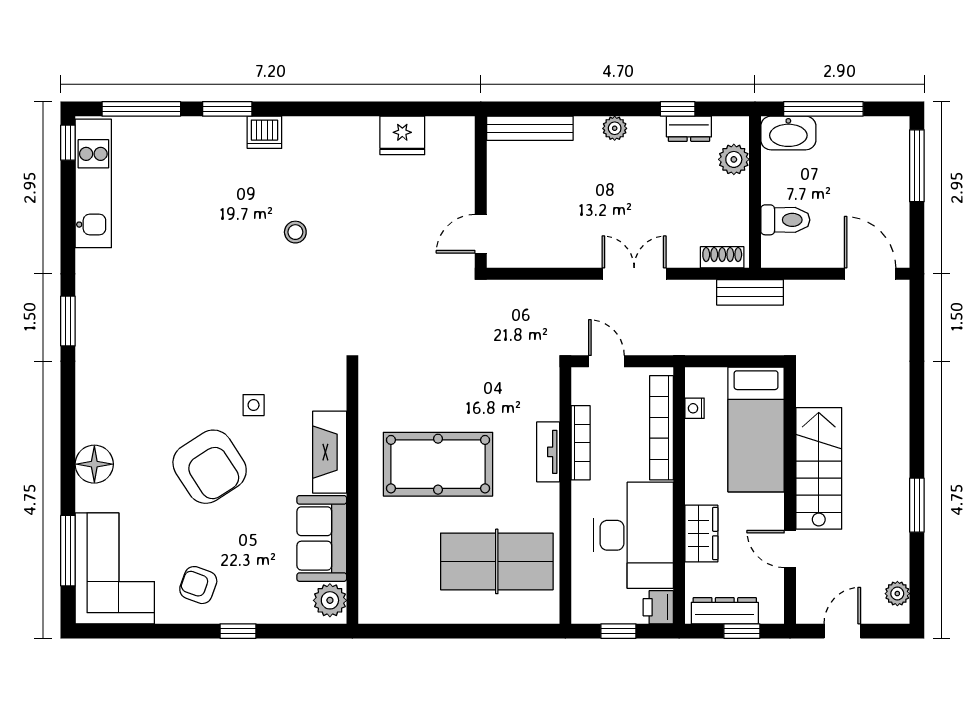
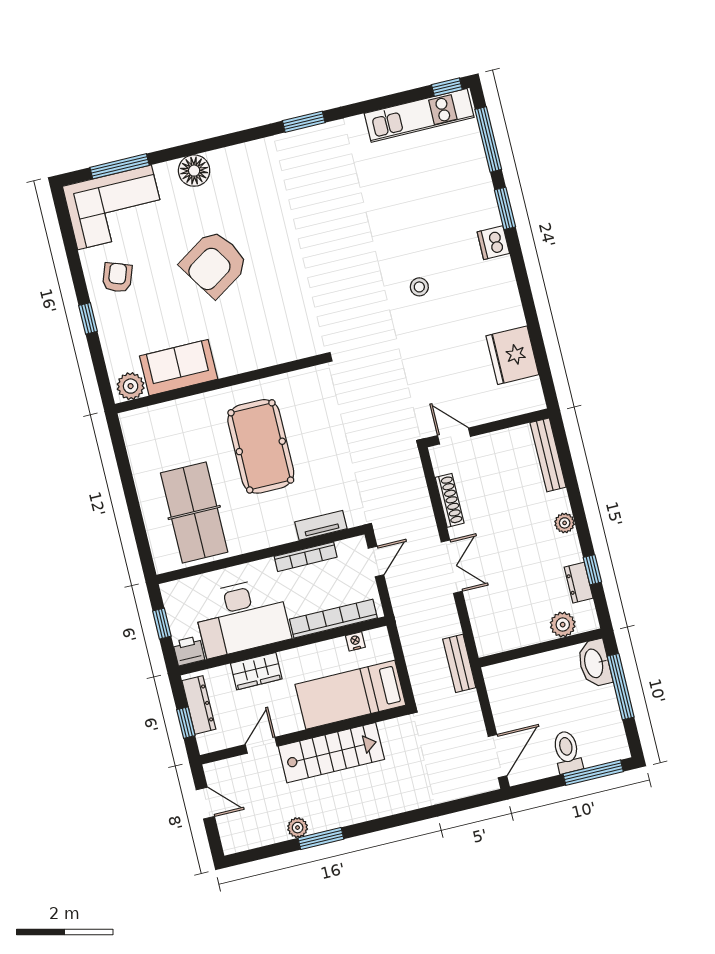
fridge: (402, 135) -> (512, 355), width x1.36, depth x1.34
toilet: (785, 220) -> (567, 752), moved, turned 180
shoe rack: (722, 257) -> (450, 500), moved, width x1.43
side table: (254, 405) -> (272, 287), removed
fireplace: (330, 452) -> (249, 357), removed
tv unit: (548, 452) -> (321, 525), moved
plant: (897, 594) -> (298, 828), moved

